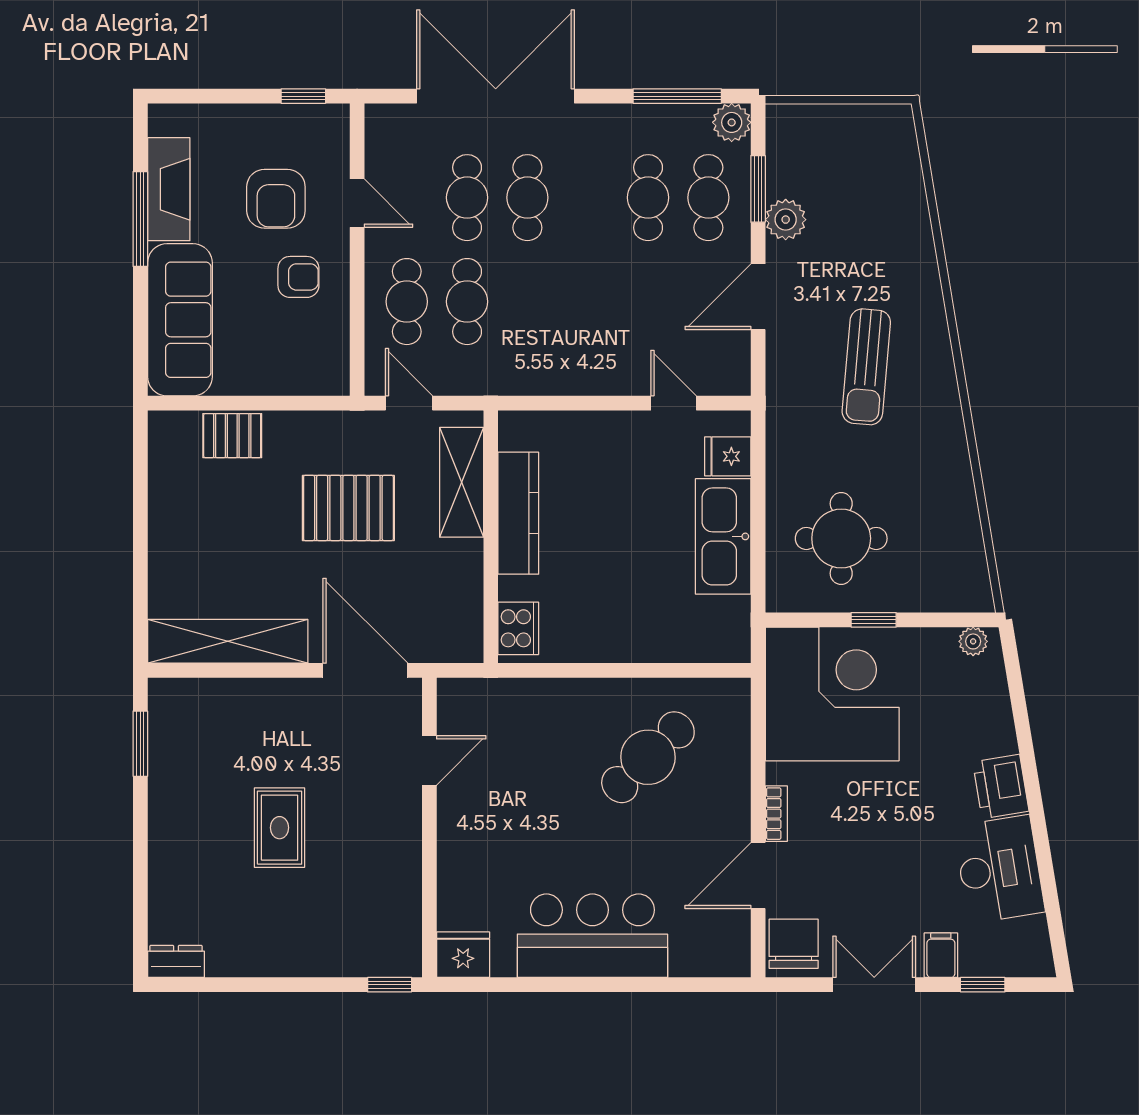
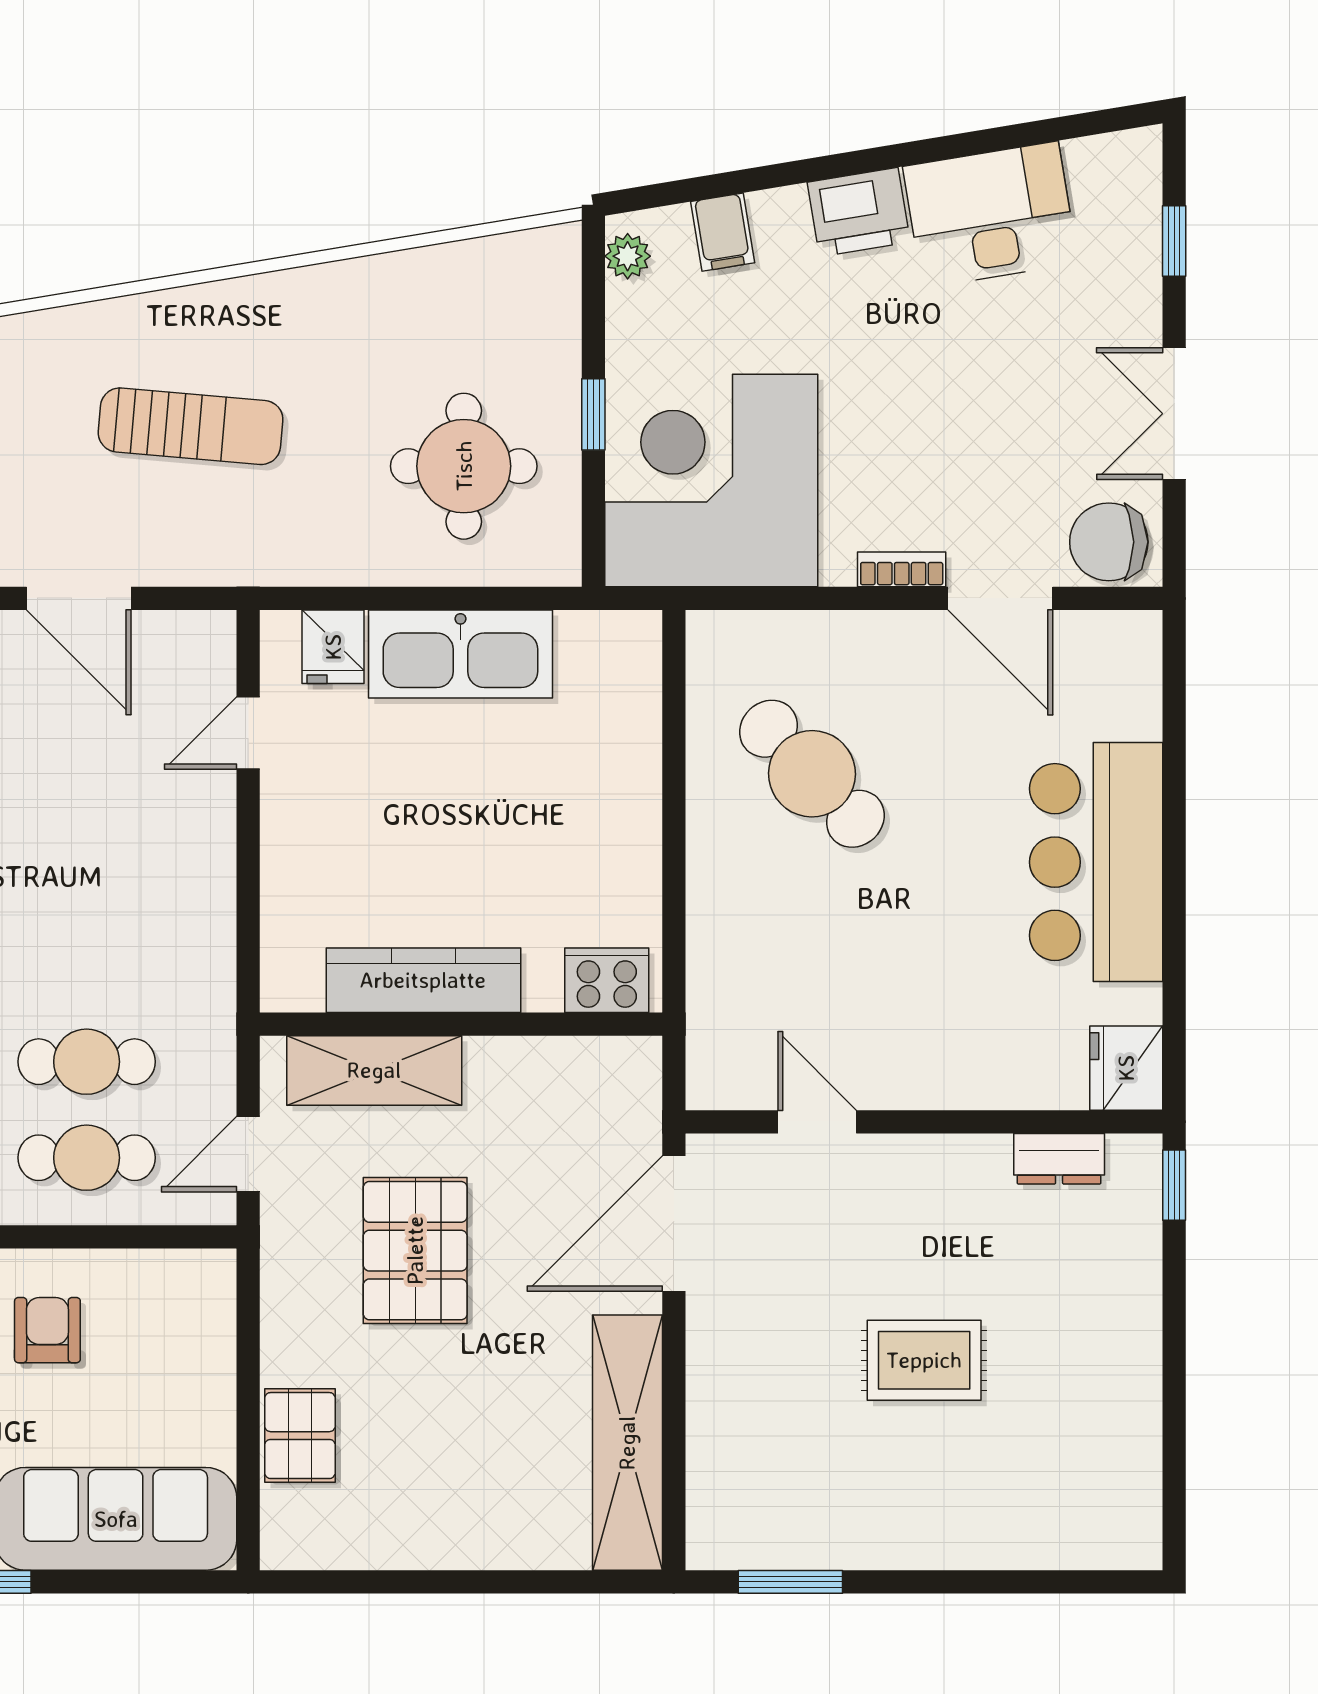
filing cabinet: (941, 955) -> (723, 232), moved, turned -99
dresser: (176, 961) -> (1059, 1159), moved, turned -90

